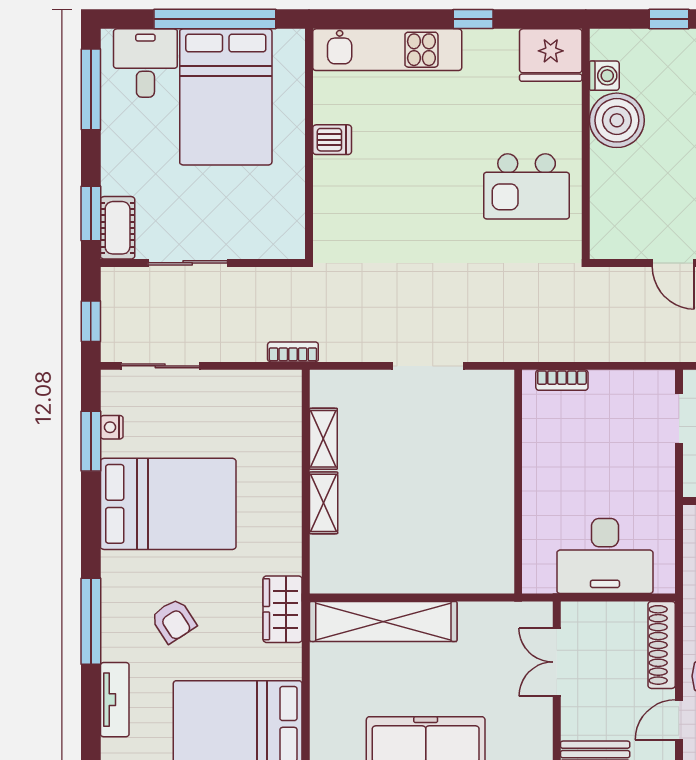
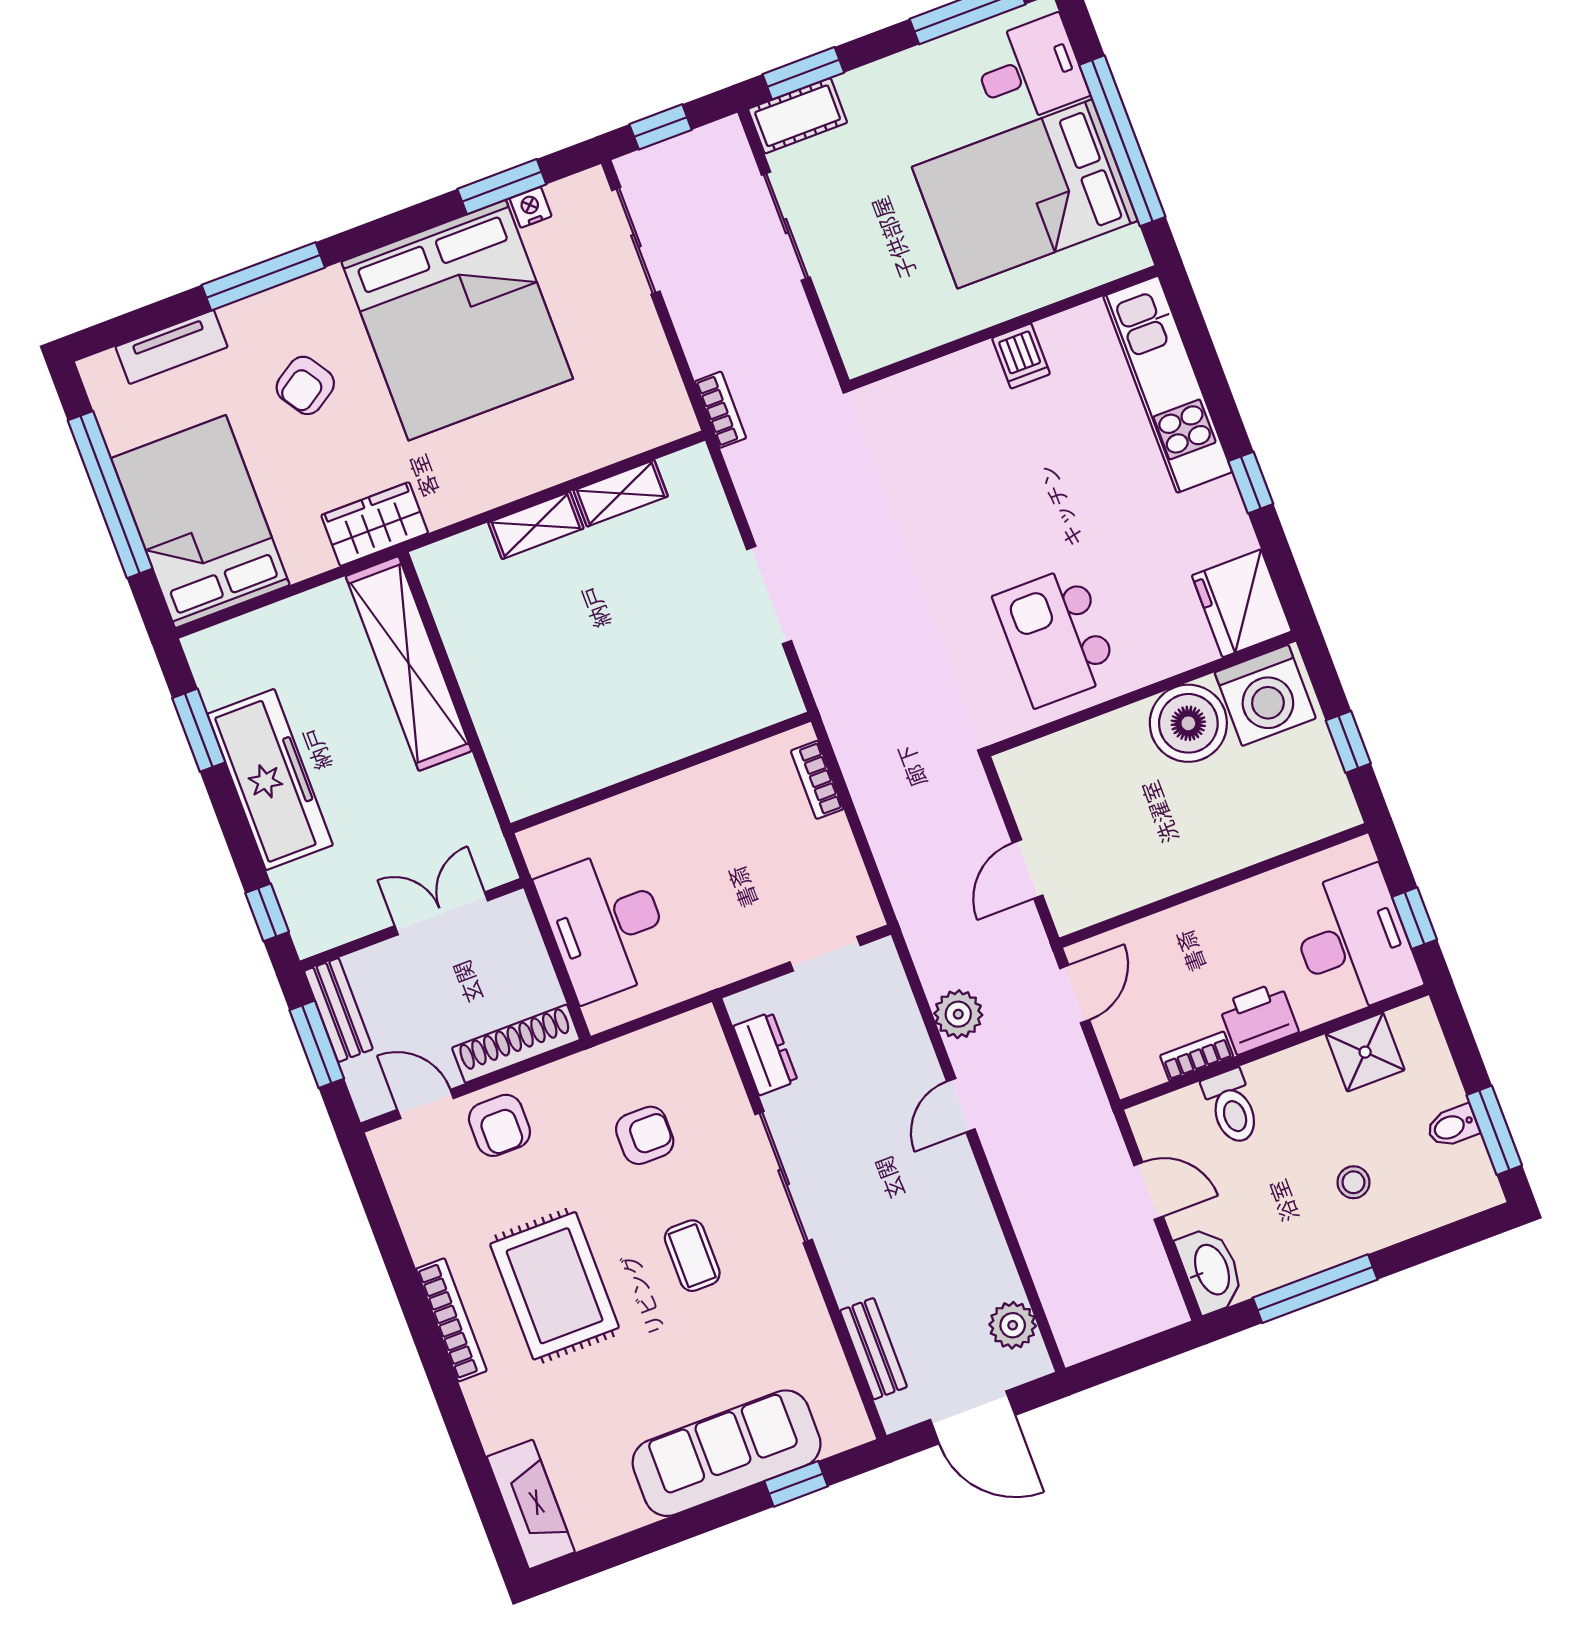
washing machine: (604, 76) -> (1265, 695), width x1.89, depth x1.89
bed: (168, 504) -> (457, 320), width x1.36

